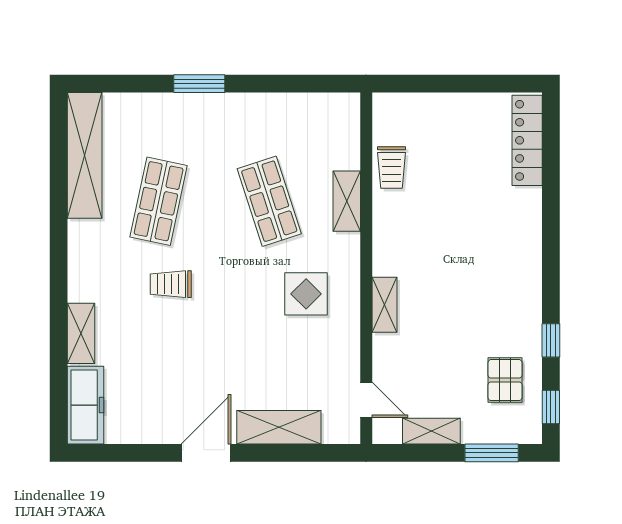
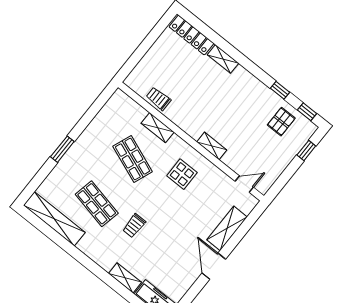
trolley: (391, 167) -> (159, 99), turned 180
shop shelf: (269, 201) -> (133, 159), turned 39
pallet: (505, 380) -> (281, 122), turned 90
shelving: (431, 431) -> (223, 59), moved, turned 90
window: (492, 453) -> (306, 151), width x0.67

